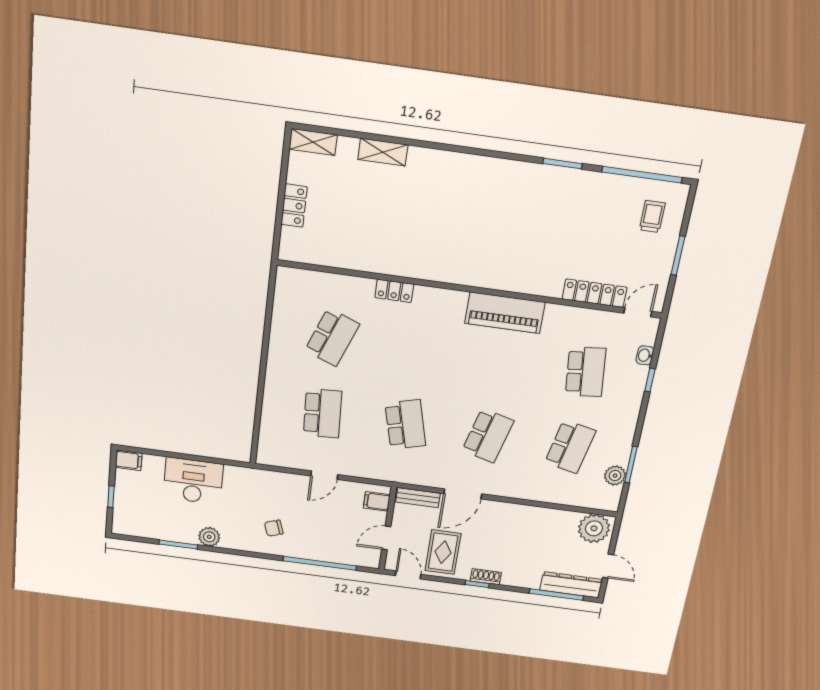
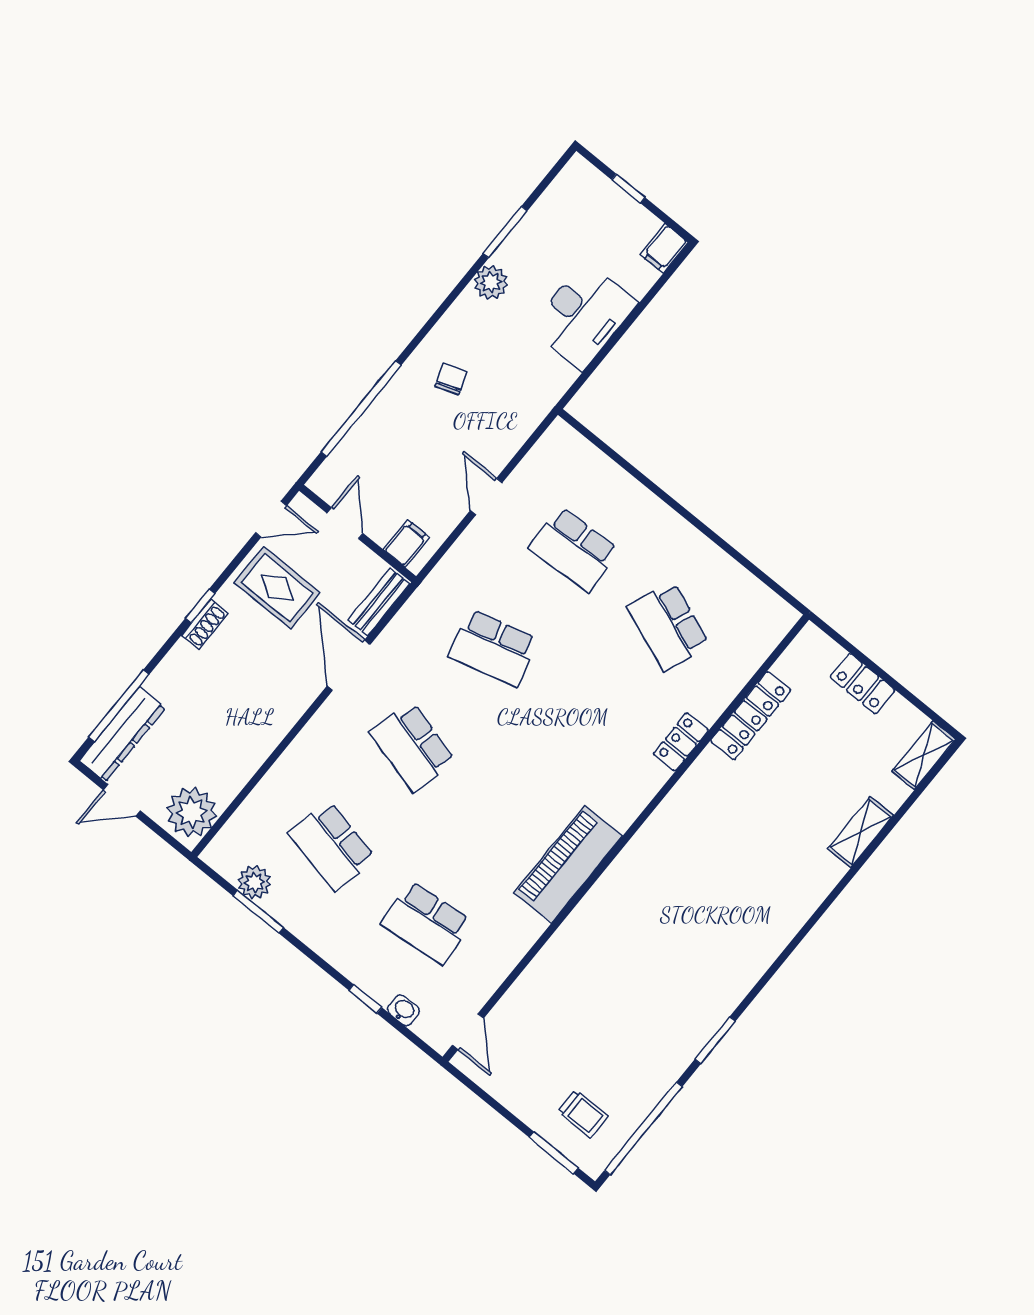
window: (678, 256) -> (554, 1153), moved
locker: (595, 293) -> (751, 716), moved

